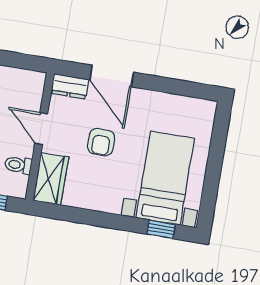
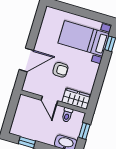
dresser: (70, 86) -> (29, 83), removed
door: (41, 129) -> (49, 100), hinge flipped

